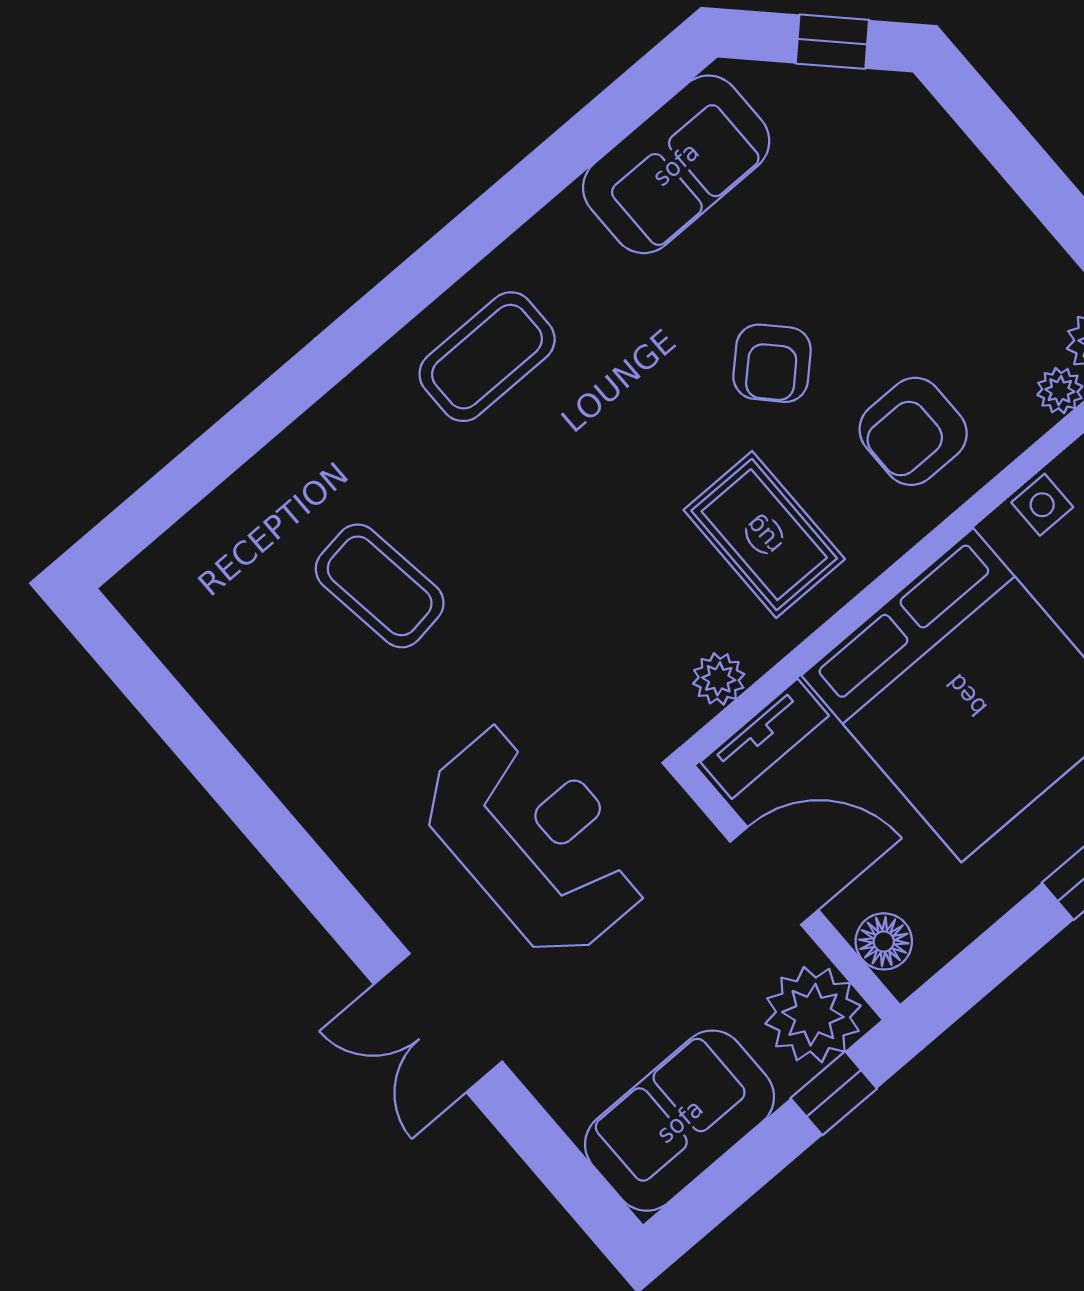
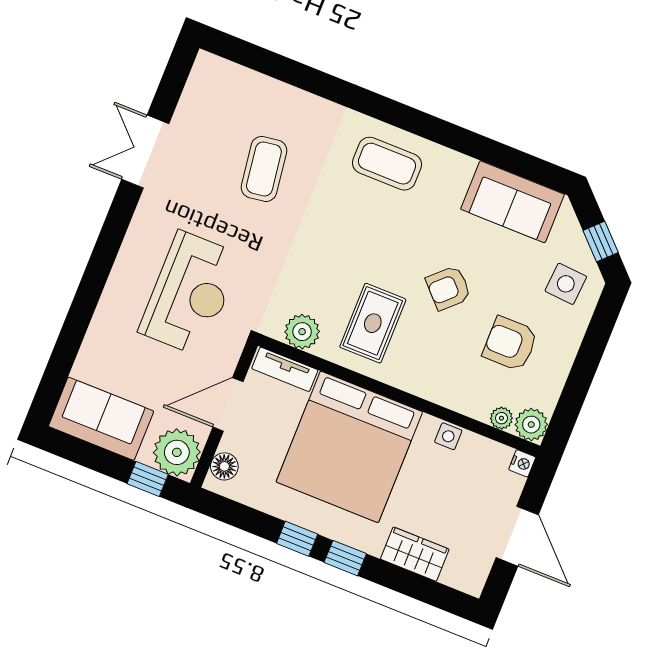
side table: (876, 145) -> (566, 284), added
armchair: (913, 431) -> (510, 344), moved
plant: (719, 679) -> (302, 332), width x1.38, depth x1.38
door: (774, 876) -> (228, 404), swing flipped
double door: (438, 1023) -> (145, 151), moved

